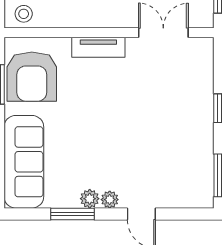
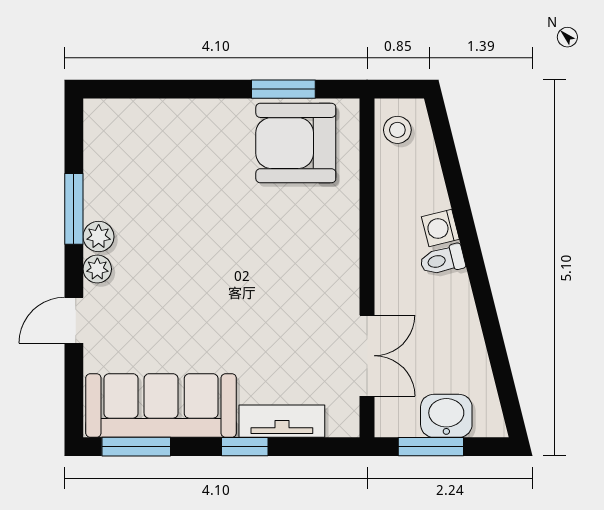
tv unit: (98, 47) -> (282, 421), moved, turned 90
sofa: (24, 162) -> (161, 406), moved, turned 180

